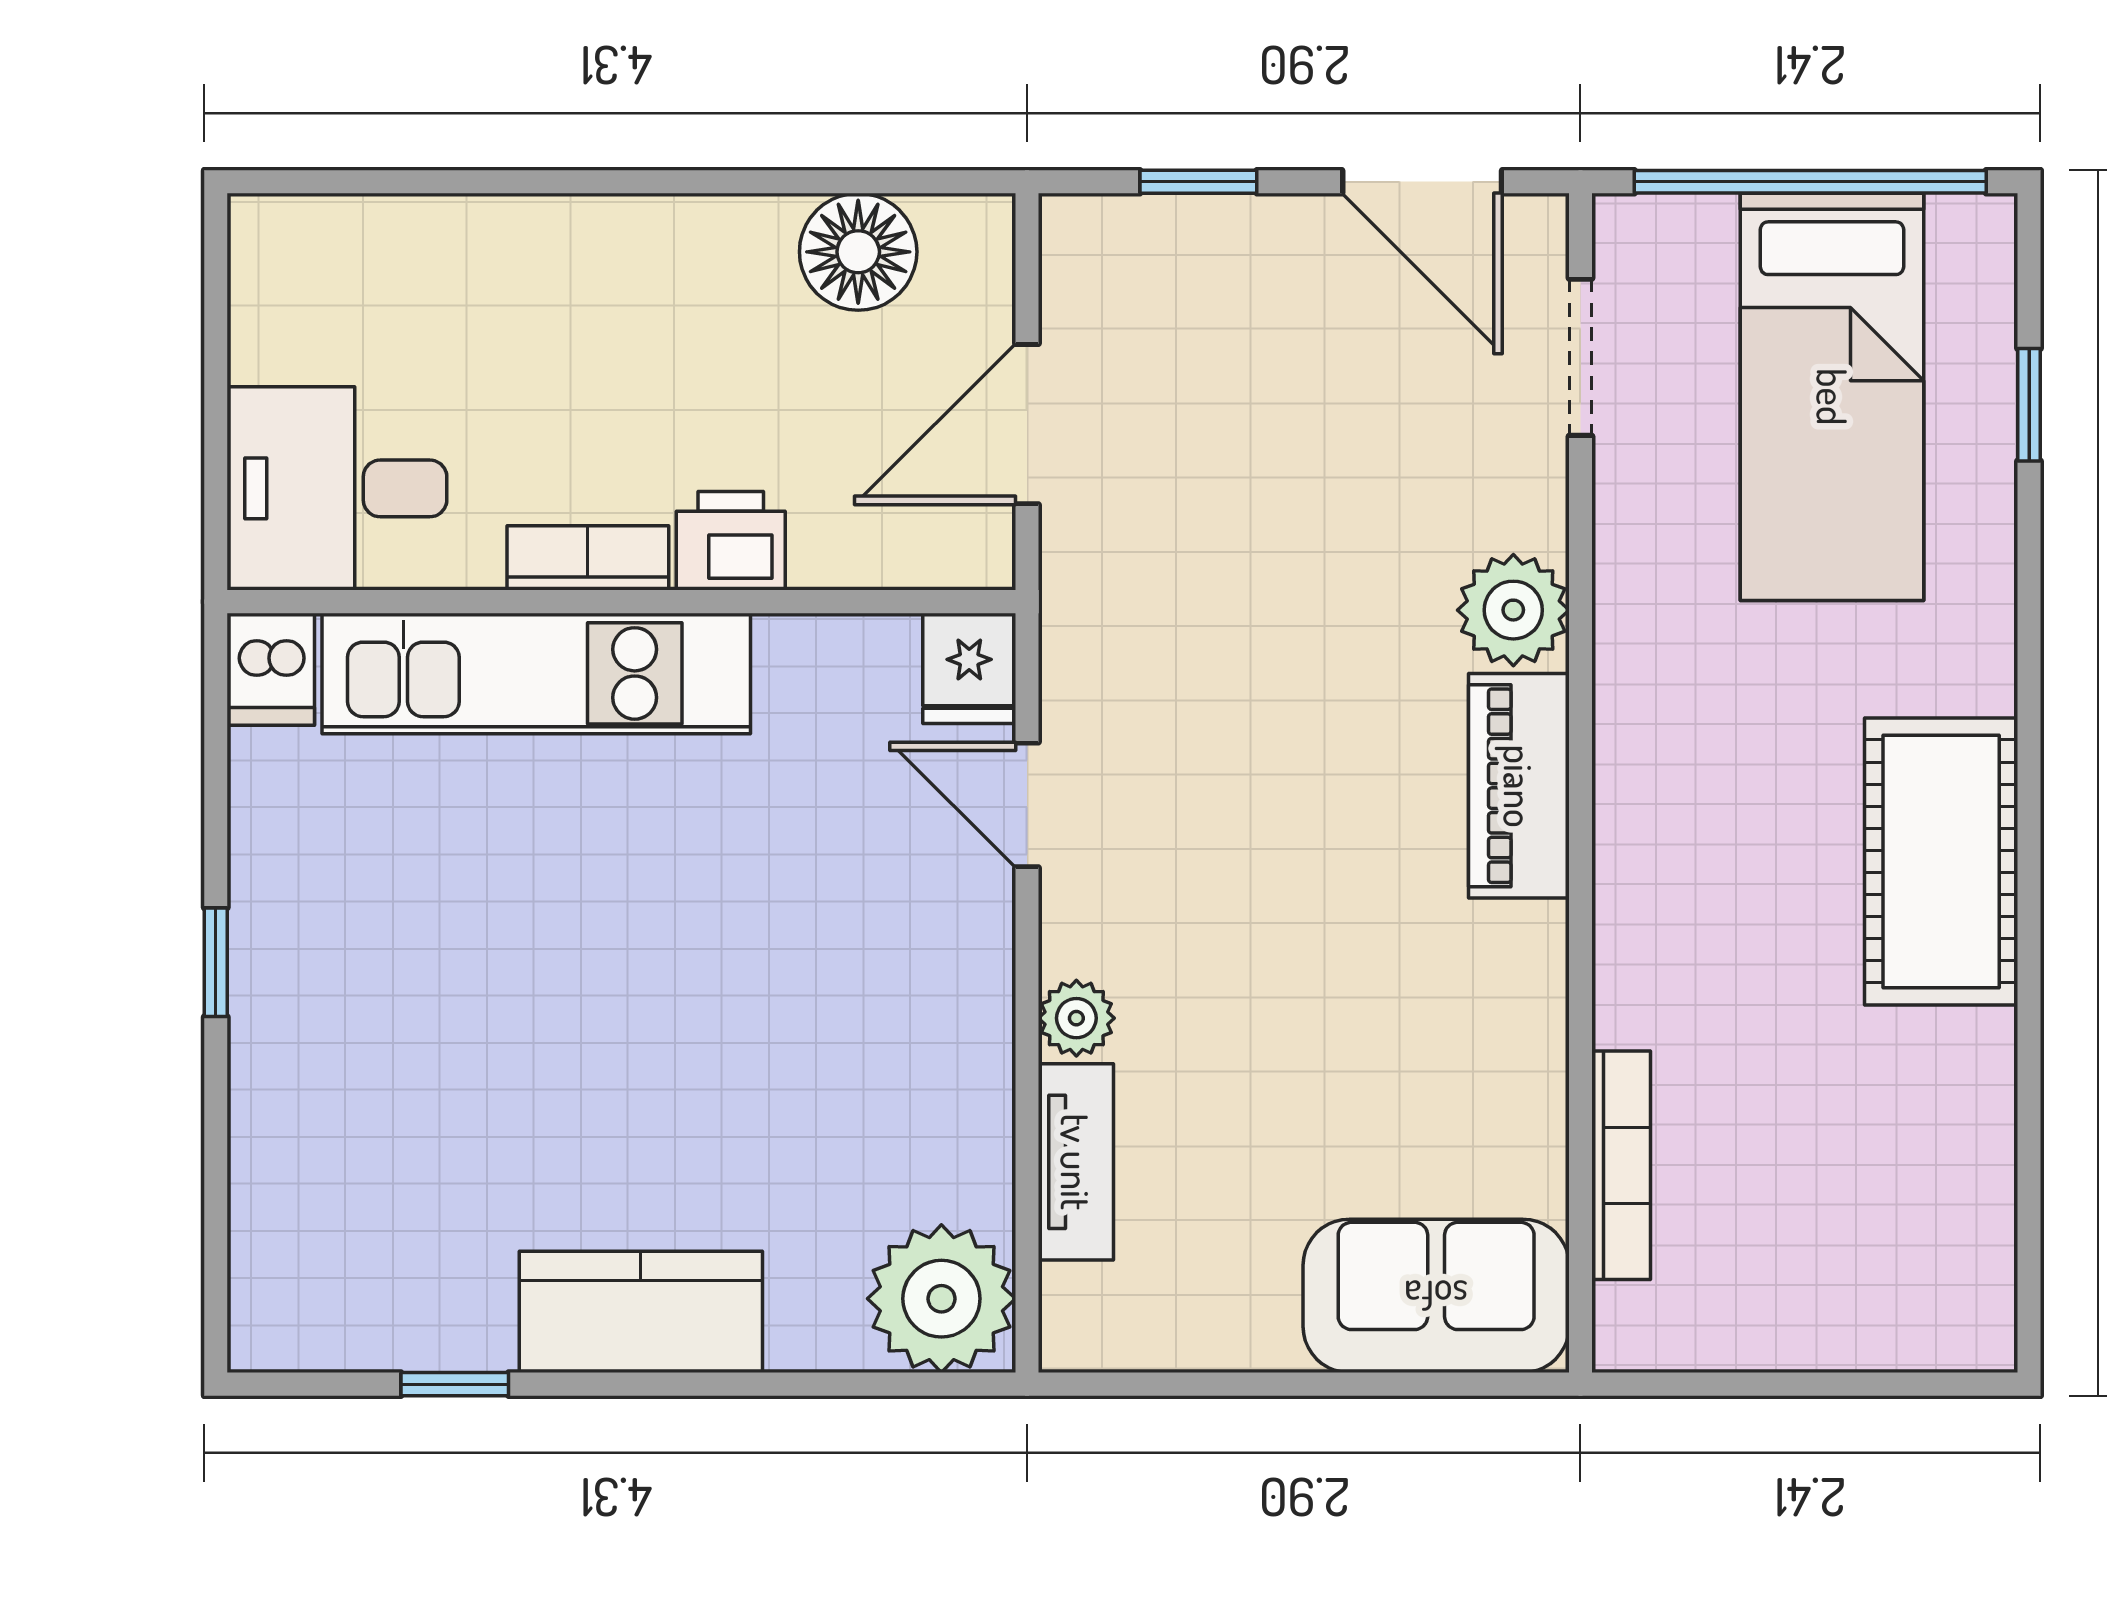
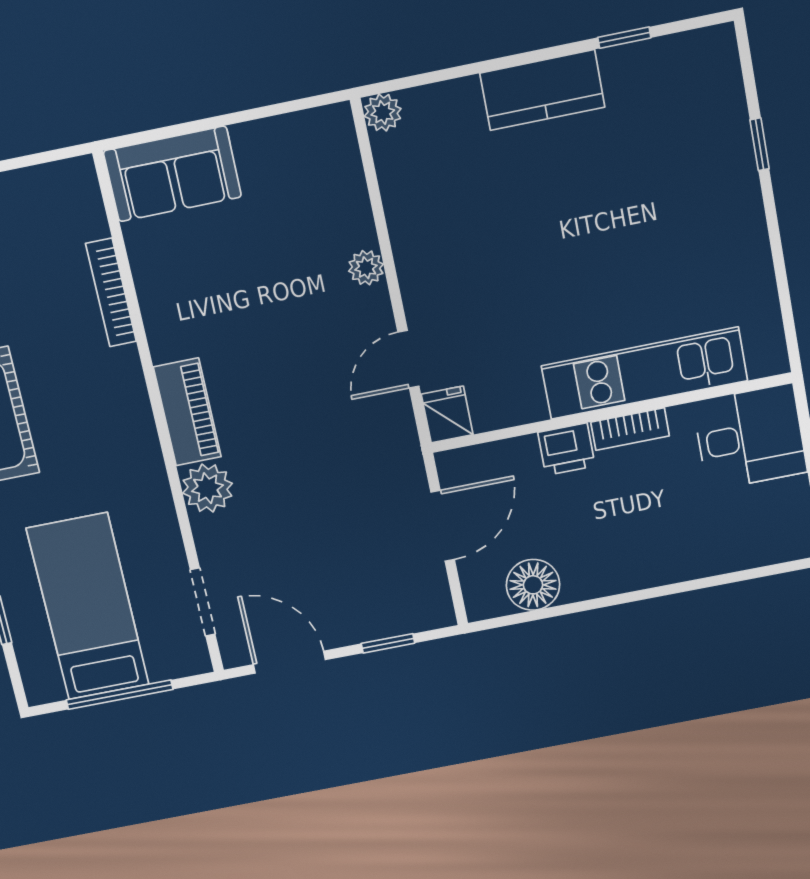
window: (1810, 182) -> (120, 695), width x0.68
dishwasher: (271, 669) -> (767, 351), removed
door: (1027, 805) -> (408, 359), swing flipped
window: (216, 962) -> (760, 144), moved
tv unit: (1076, 1162) -> (353, 202), removed
bookcase: (1621, 1165) -> (111, 293), moved
plant: (941, 1299) -> (383, 112), width x0.53, depth x0.53

